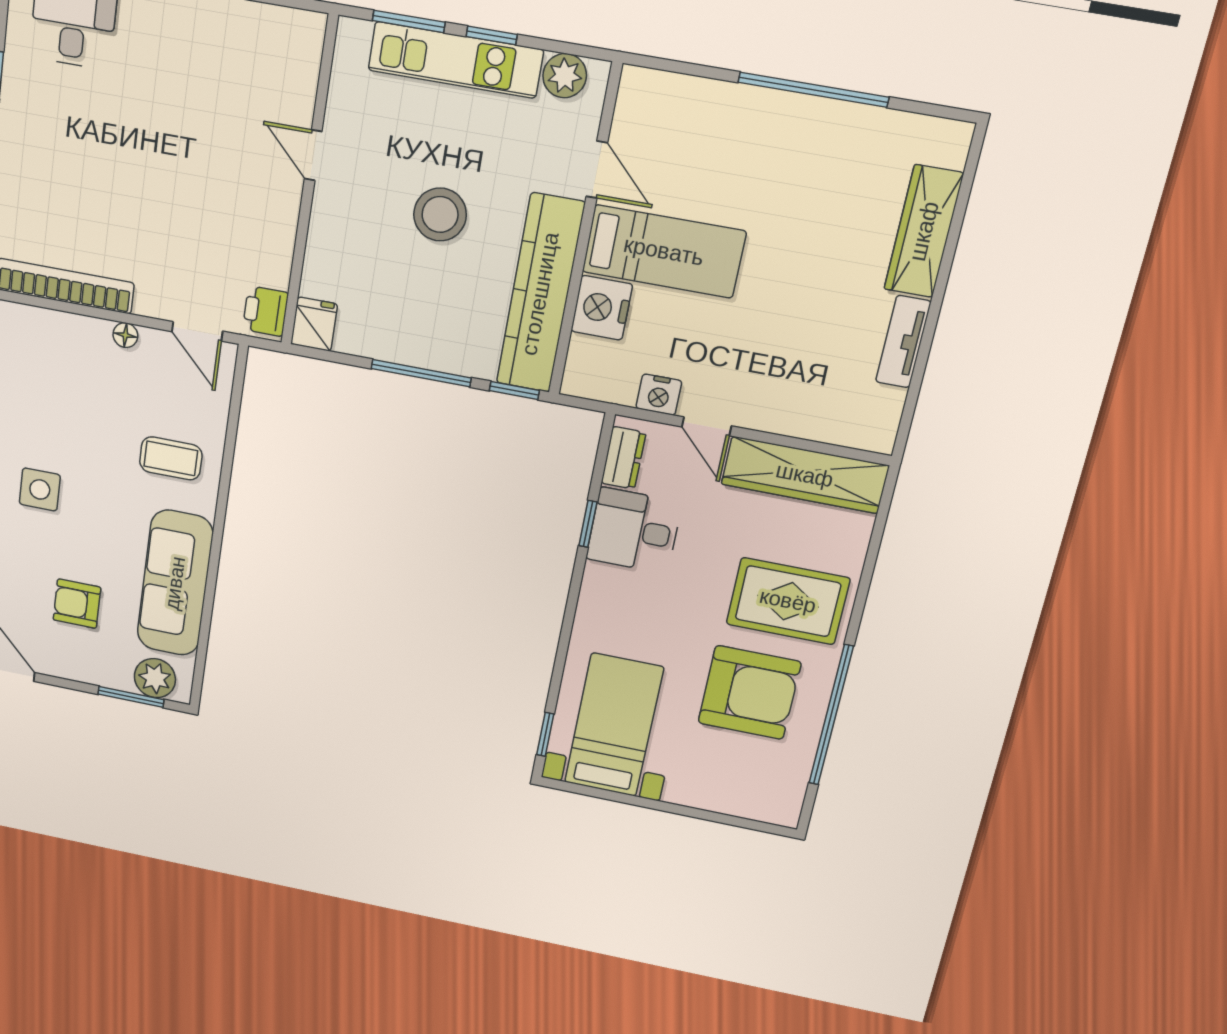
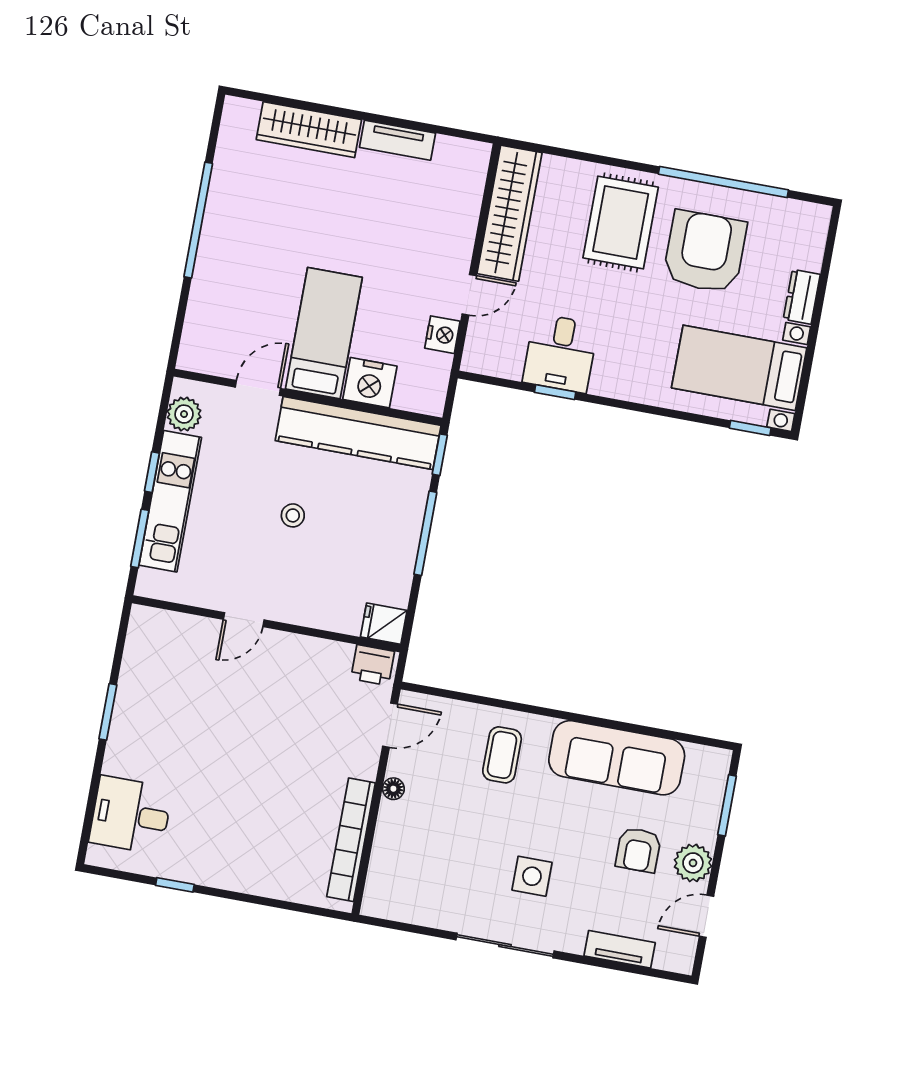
stool: (440, 214) -> (293, 515), width x0.53, depth x0.53
dresser: (623, 458) -> (802, 297), moved, turned -90
plant: (155, 678) -> (693, 863), moved

